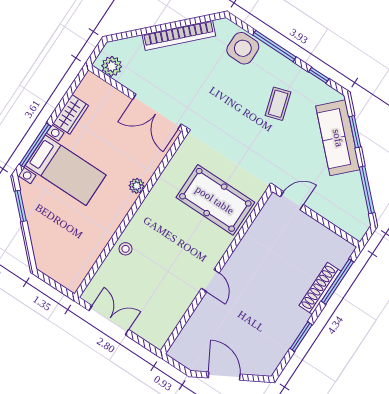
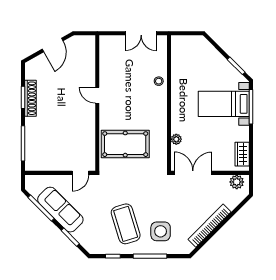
side table: (243, 48) -> (161, 231), moved
coffee table: (278, 104) -> (126, 224), width x1.86, depth x1.72
wardrobe: (71, 114) -> (242, 154), moved
sofa: (338, 138) -> (60, 210), moved
plant: (137, 186) -> (176, 139), moved
shoe rack: (320, 288) -> (30, 98), moved
door: (224, 376) -> (53, 45), hinge flipped

